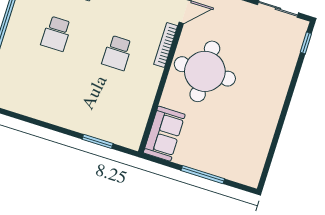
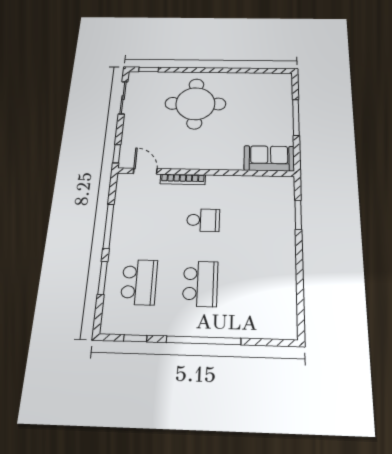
school desk: (56, 34) -> (200, 284), width x1.85
round table: (205, 71) -> (195, 104), moved

